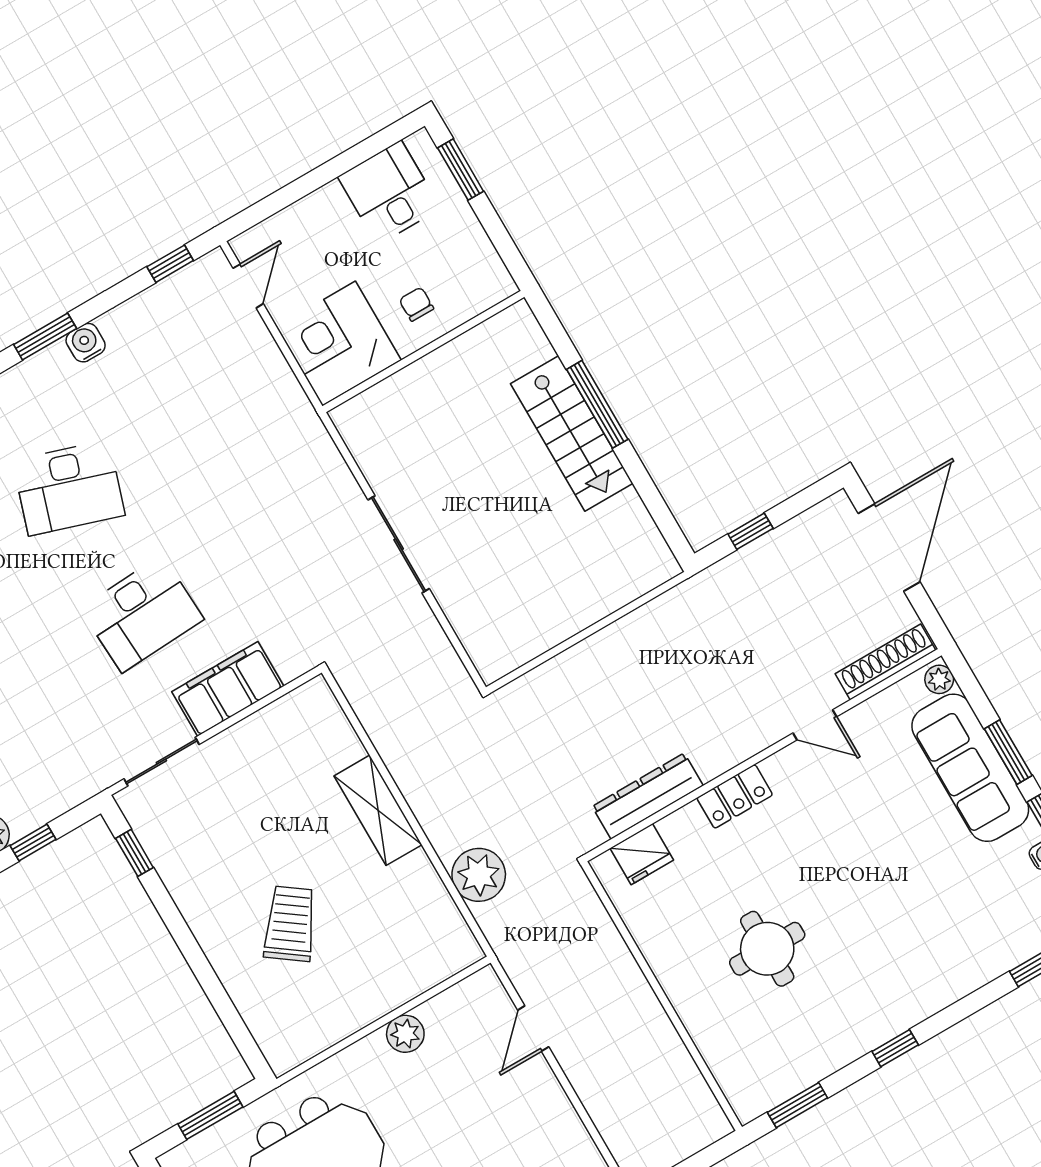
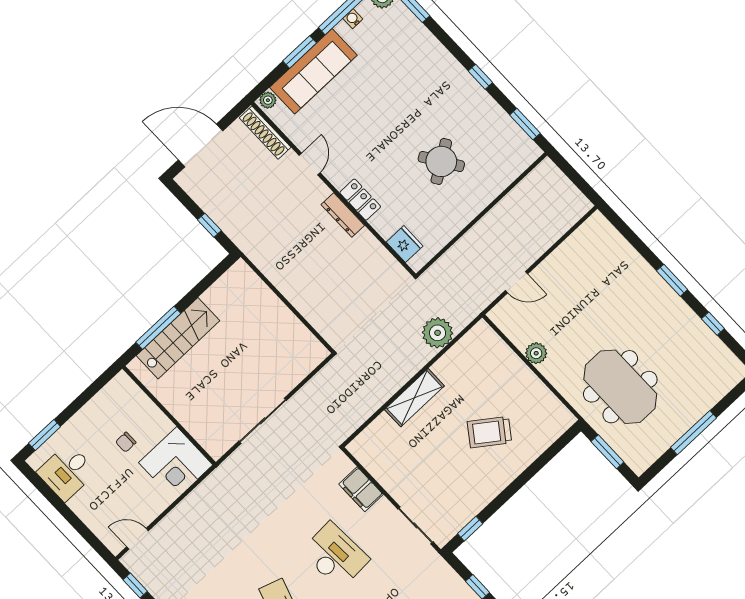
corner desk: (339, 344) -> (176, 464), moved
wall: (423, 352) -> (169, 415), moved
filing cabinet: (228, 689) -> (361, 489), width x0.67, depth x0.86
dresser: (648, 796) -> (343, 215), moved, width x0.73, depth x0.80
round table: (767, 949) -> (441, 161), turned -33

